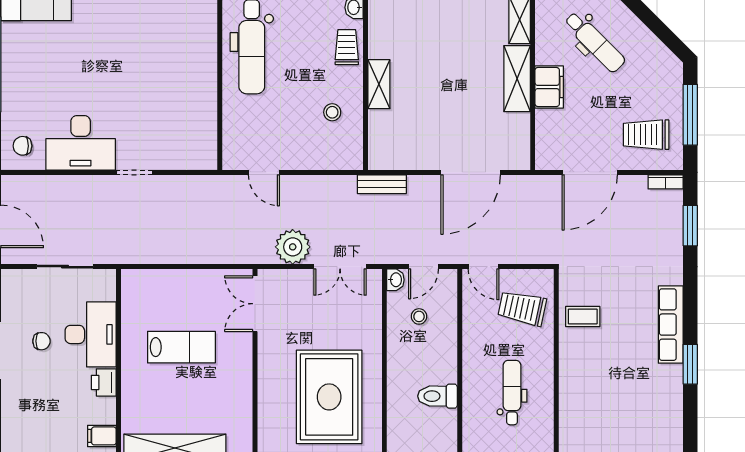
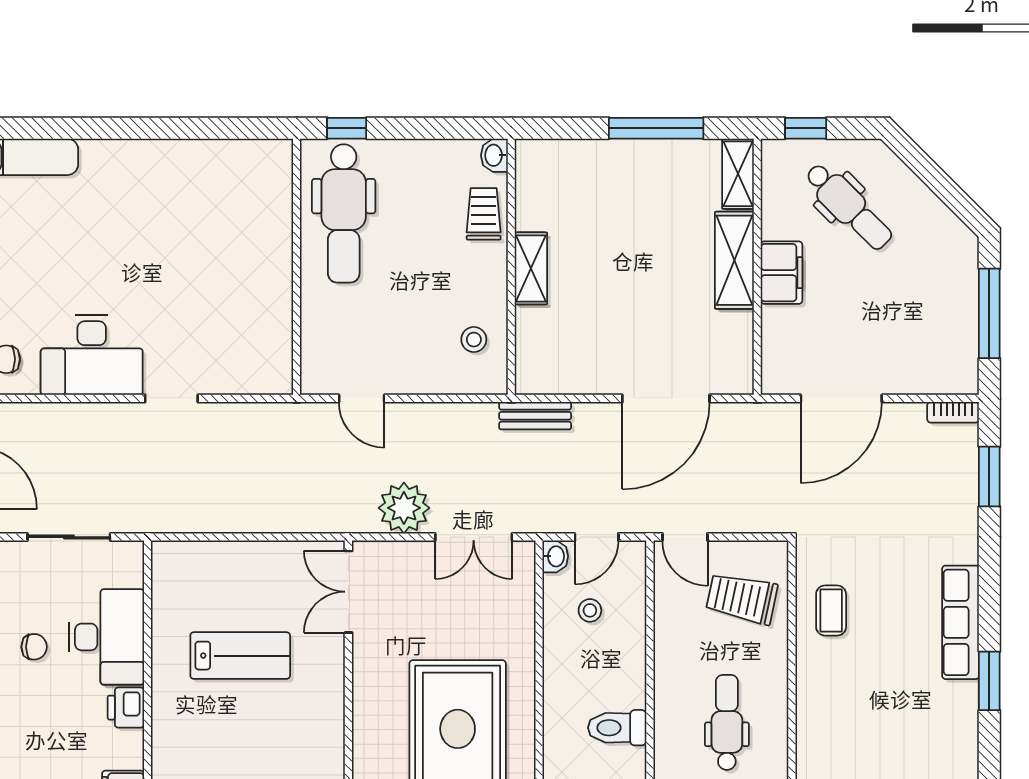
stool: (332, 112) -> (474, 340), moved
trolley: (646, 135) -> (924, 343), removed
coffee table: (583, 317) -> (831, 611), turned 90

